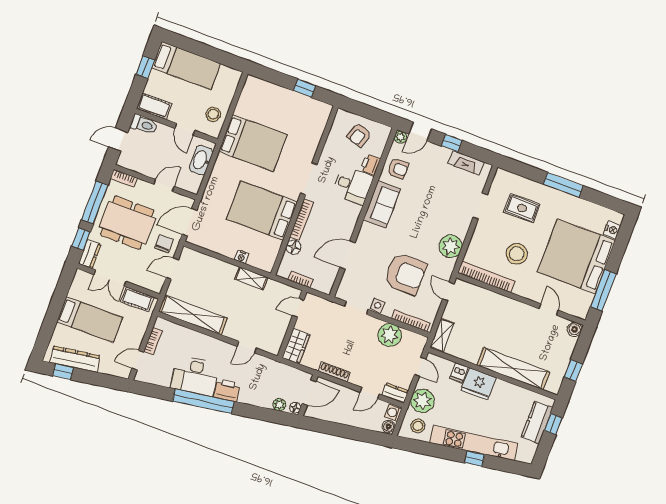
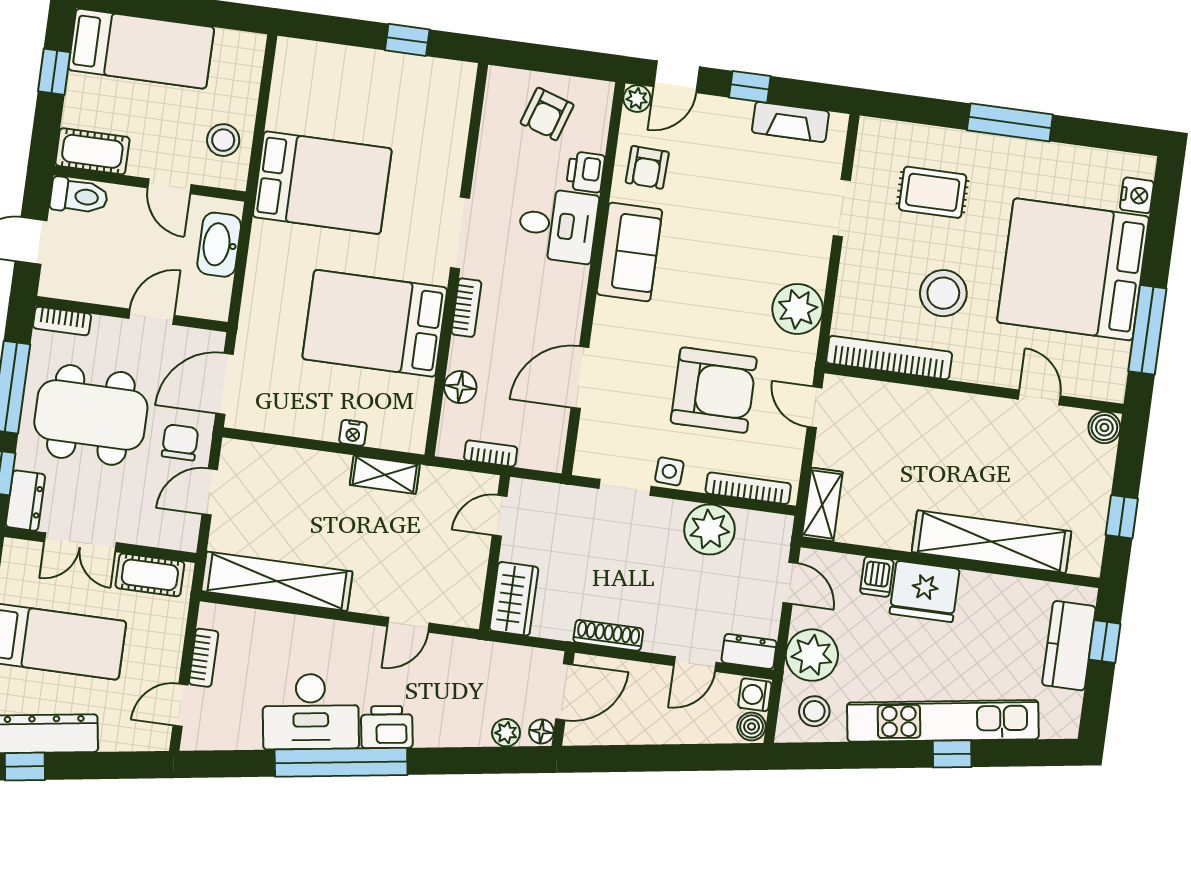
armchair: (398, 169) -> (647, 167), turned 92
bookcase: (302, 219) -> (466, 308), width x0.64

